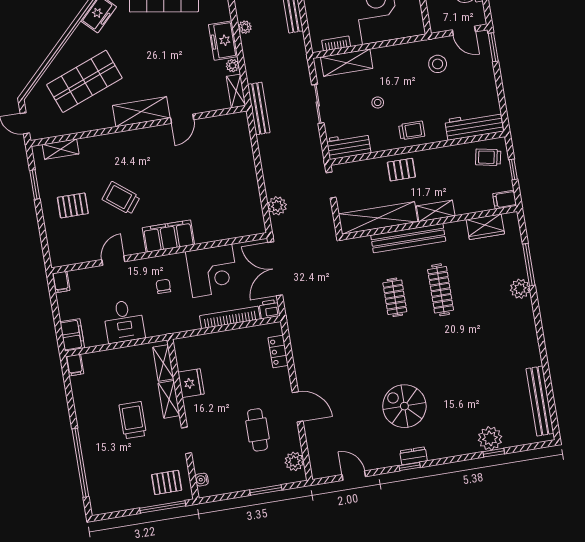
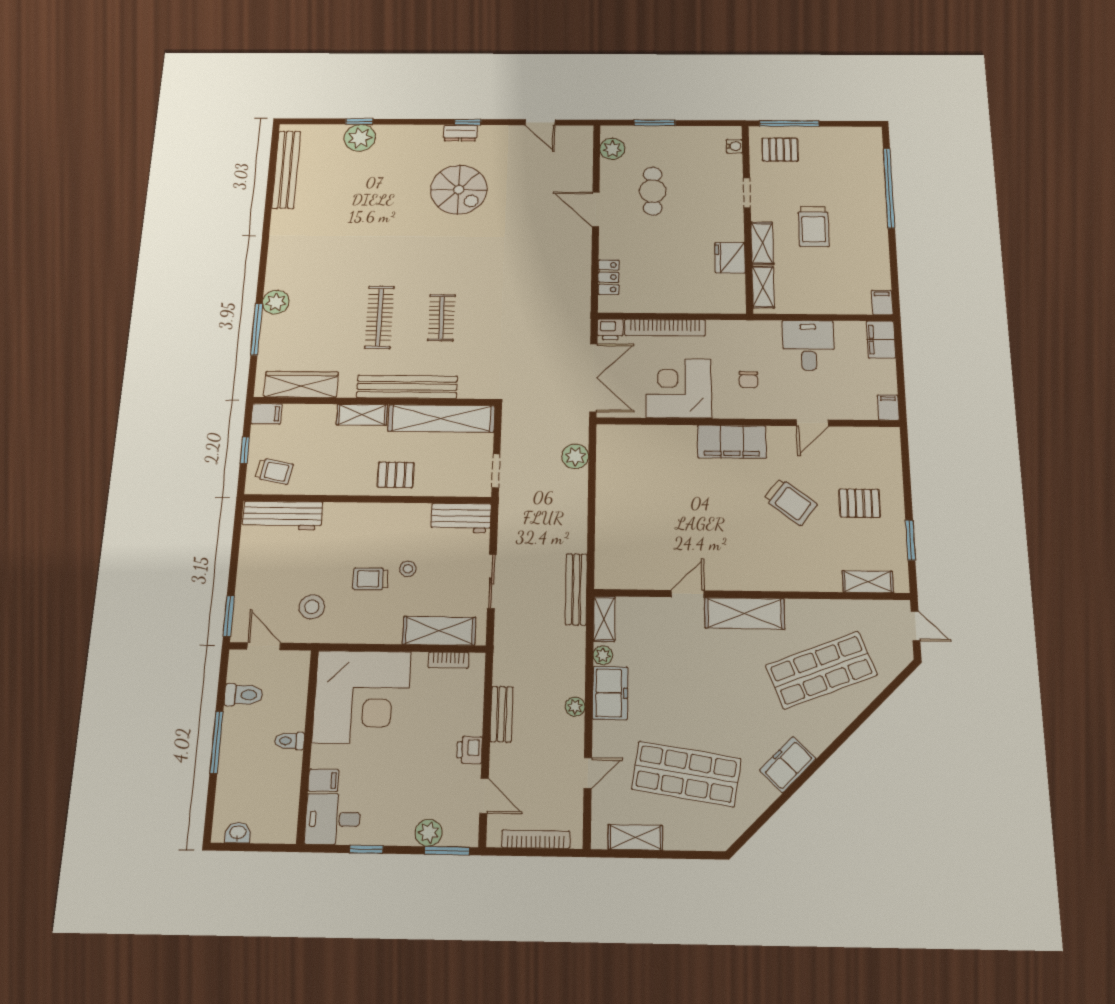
trolley: (412, 130) -> (371, 579), moved
wardrobe: (485, 227) -> (301, 384), width x1.50

